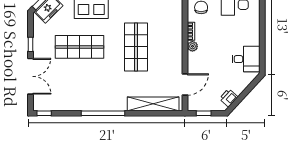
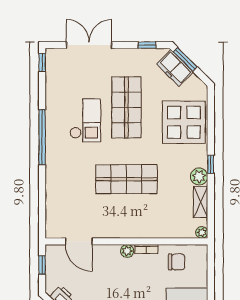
window: (31, 44) -> (147, 45), moved
double door: (31, 76) -> (89, 45), swing flipped
checkout: (90, 79) -> (85, 120), added
shelving: (153, 104) -> (54, 201), removed

